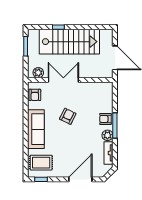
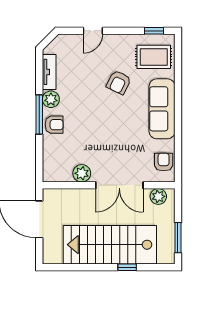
plant: (88, 88) -> (82, 173), added
armchair: (68, 116) -> (119, 82), moved
door: (80, 179) -> (93, 31), width x0.53

